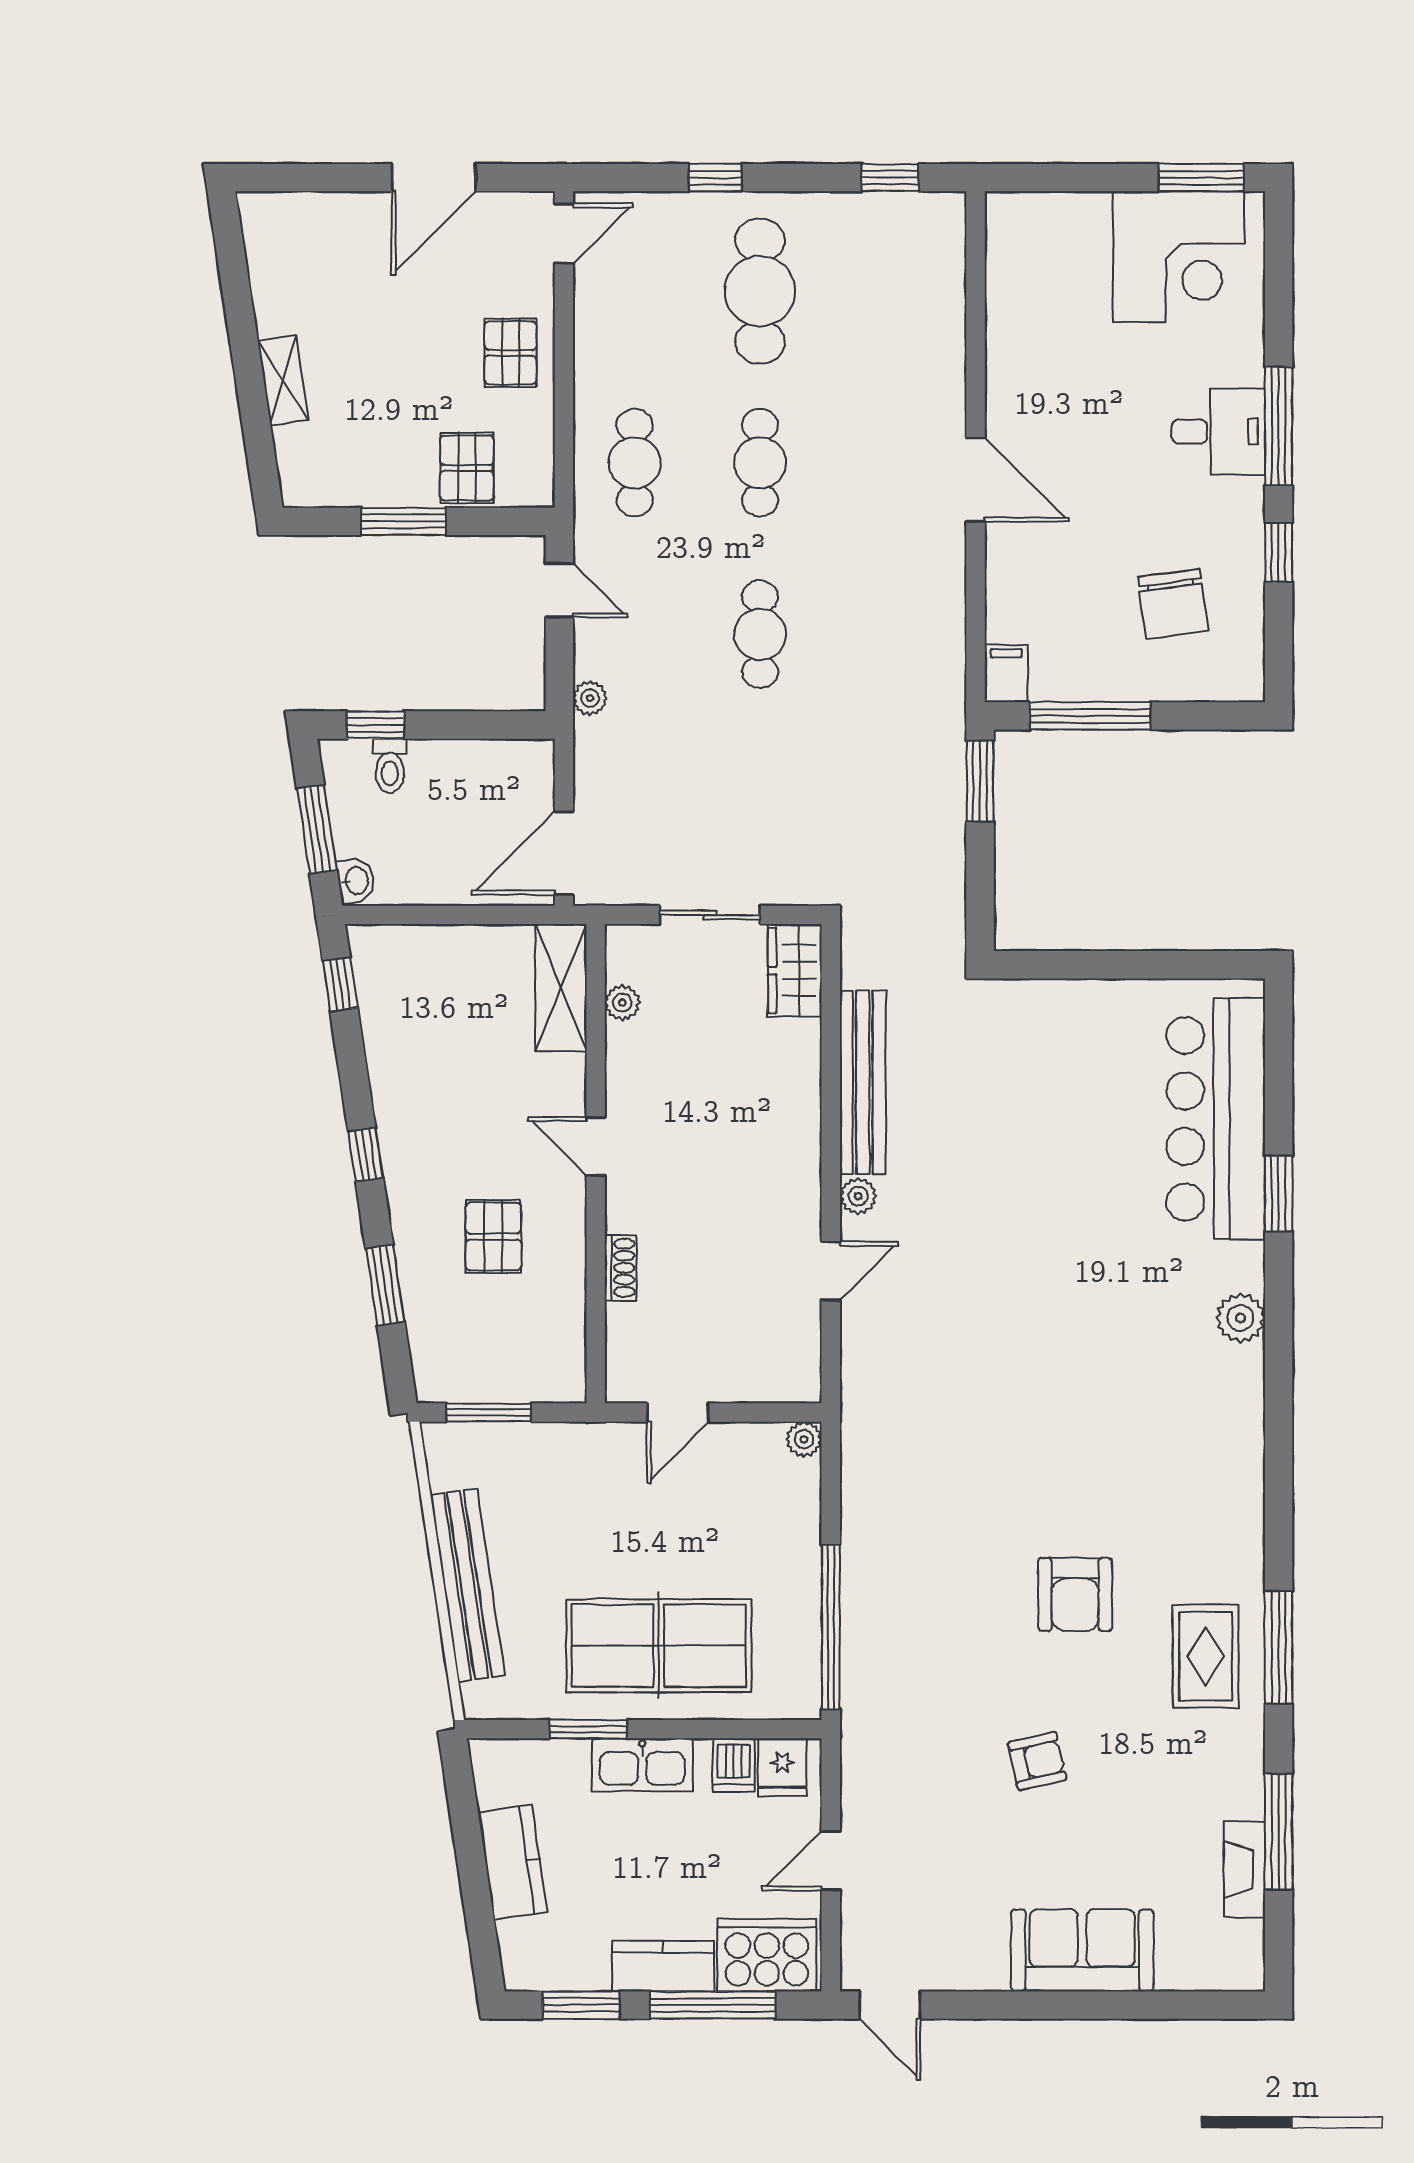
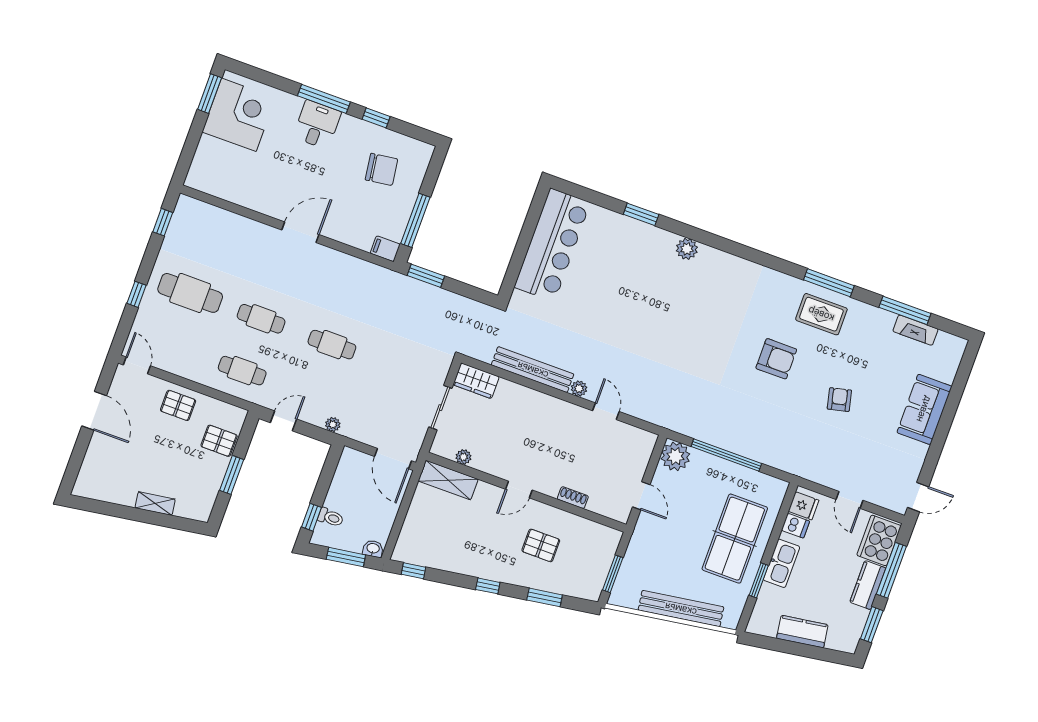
bar counter: (1216, 1119) -> (552, 245), moved, turned -90
plant: (804, 1439) -> (675, 456), width x1.87, depth x1.87
window: (831, 1627) -> (726, 455), moved

